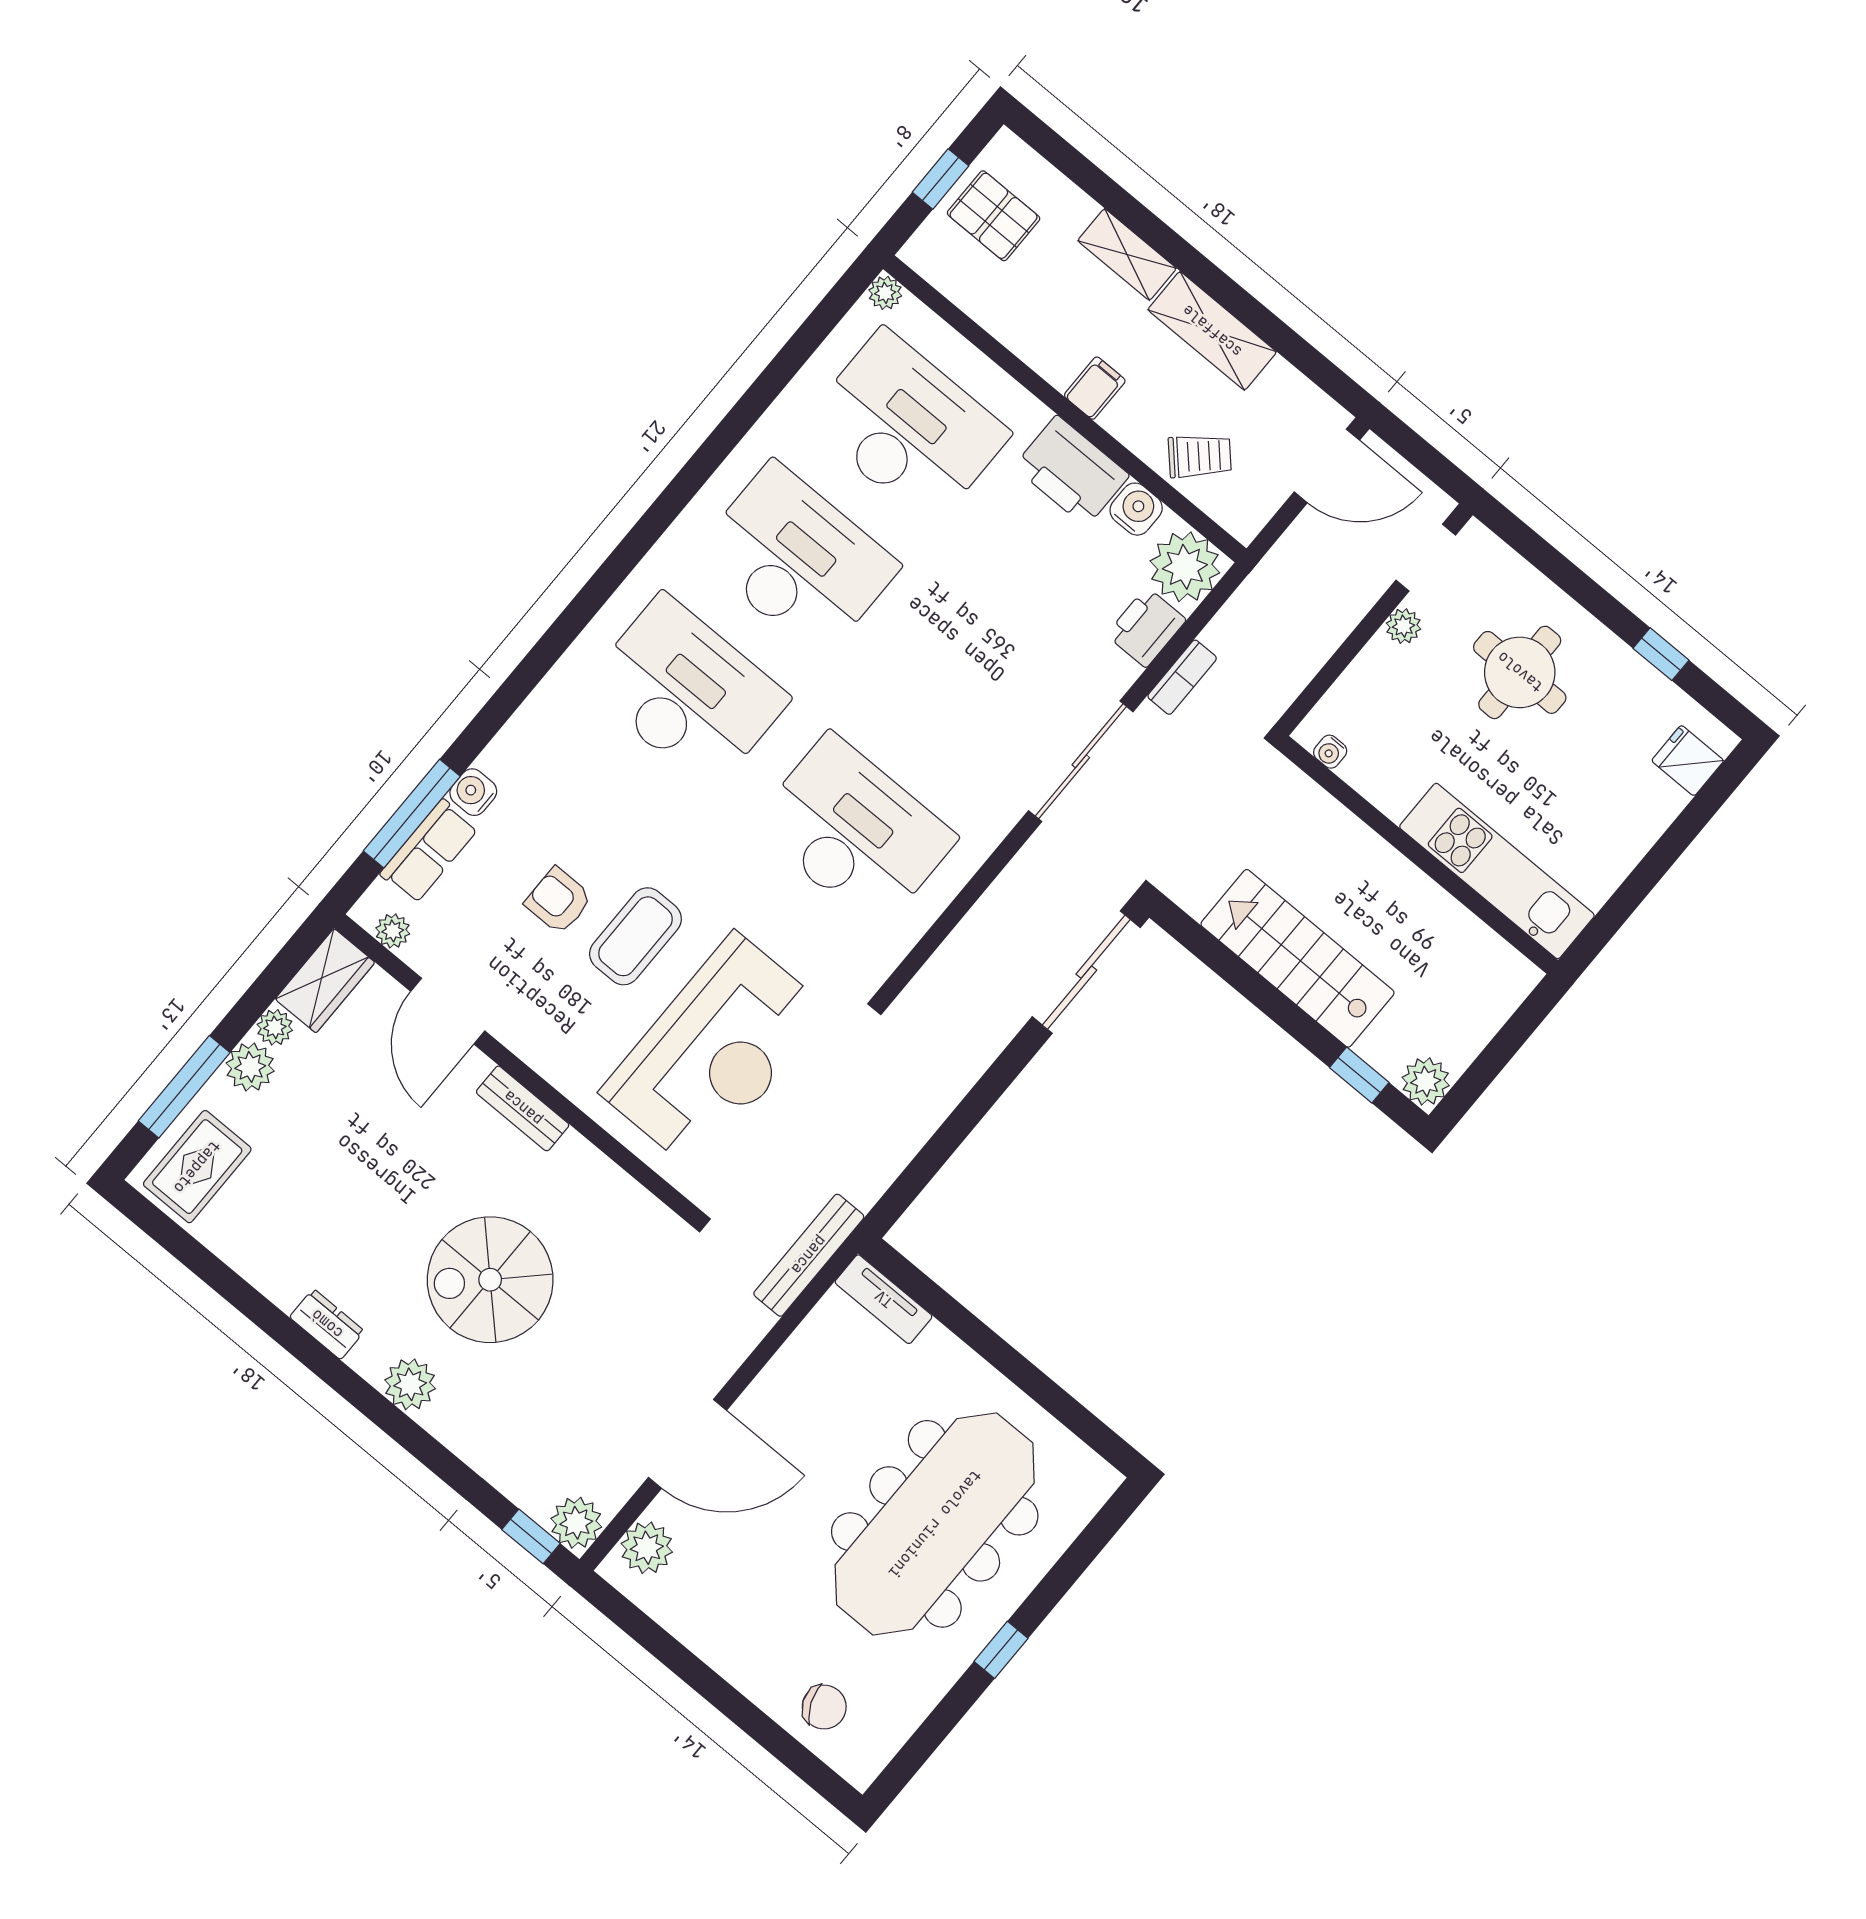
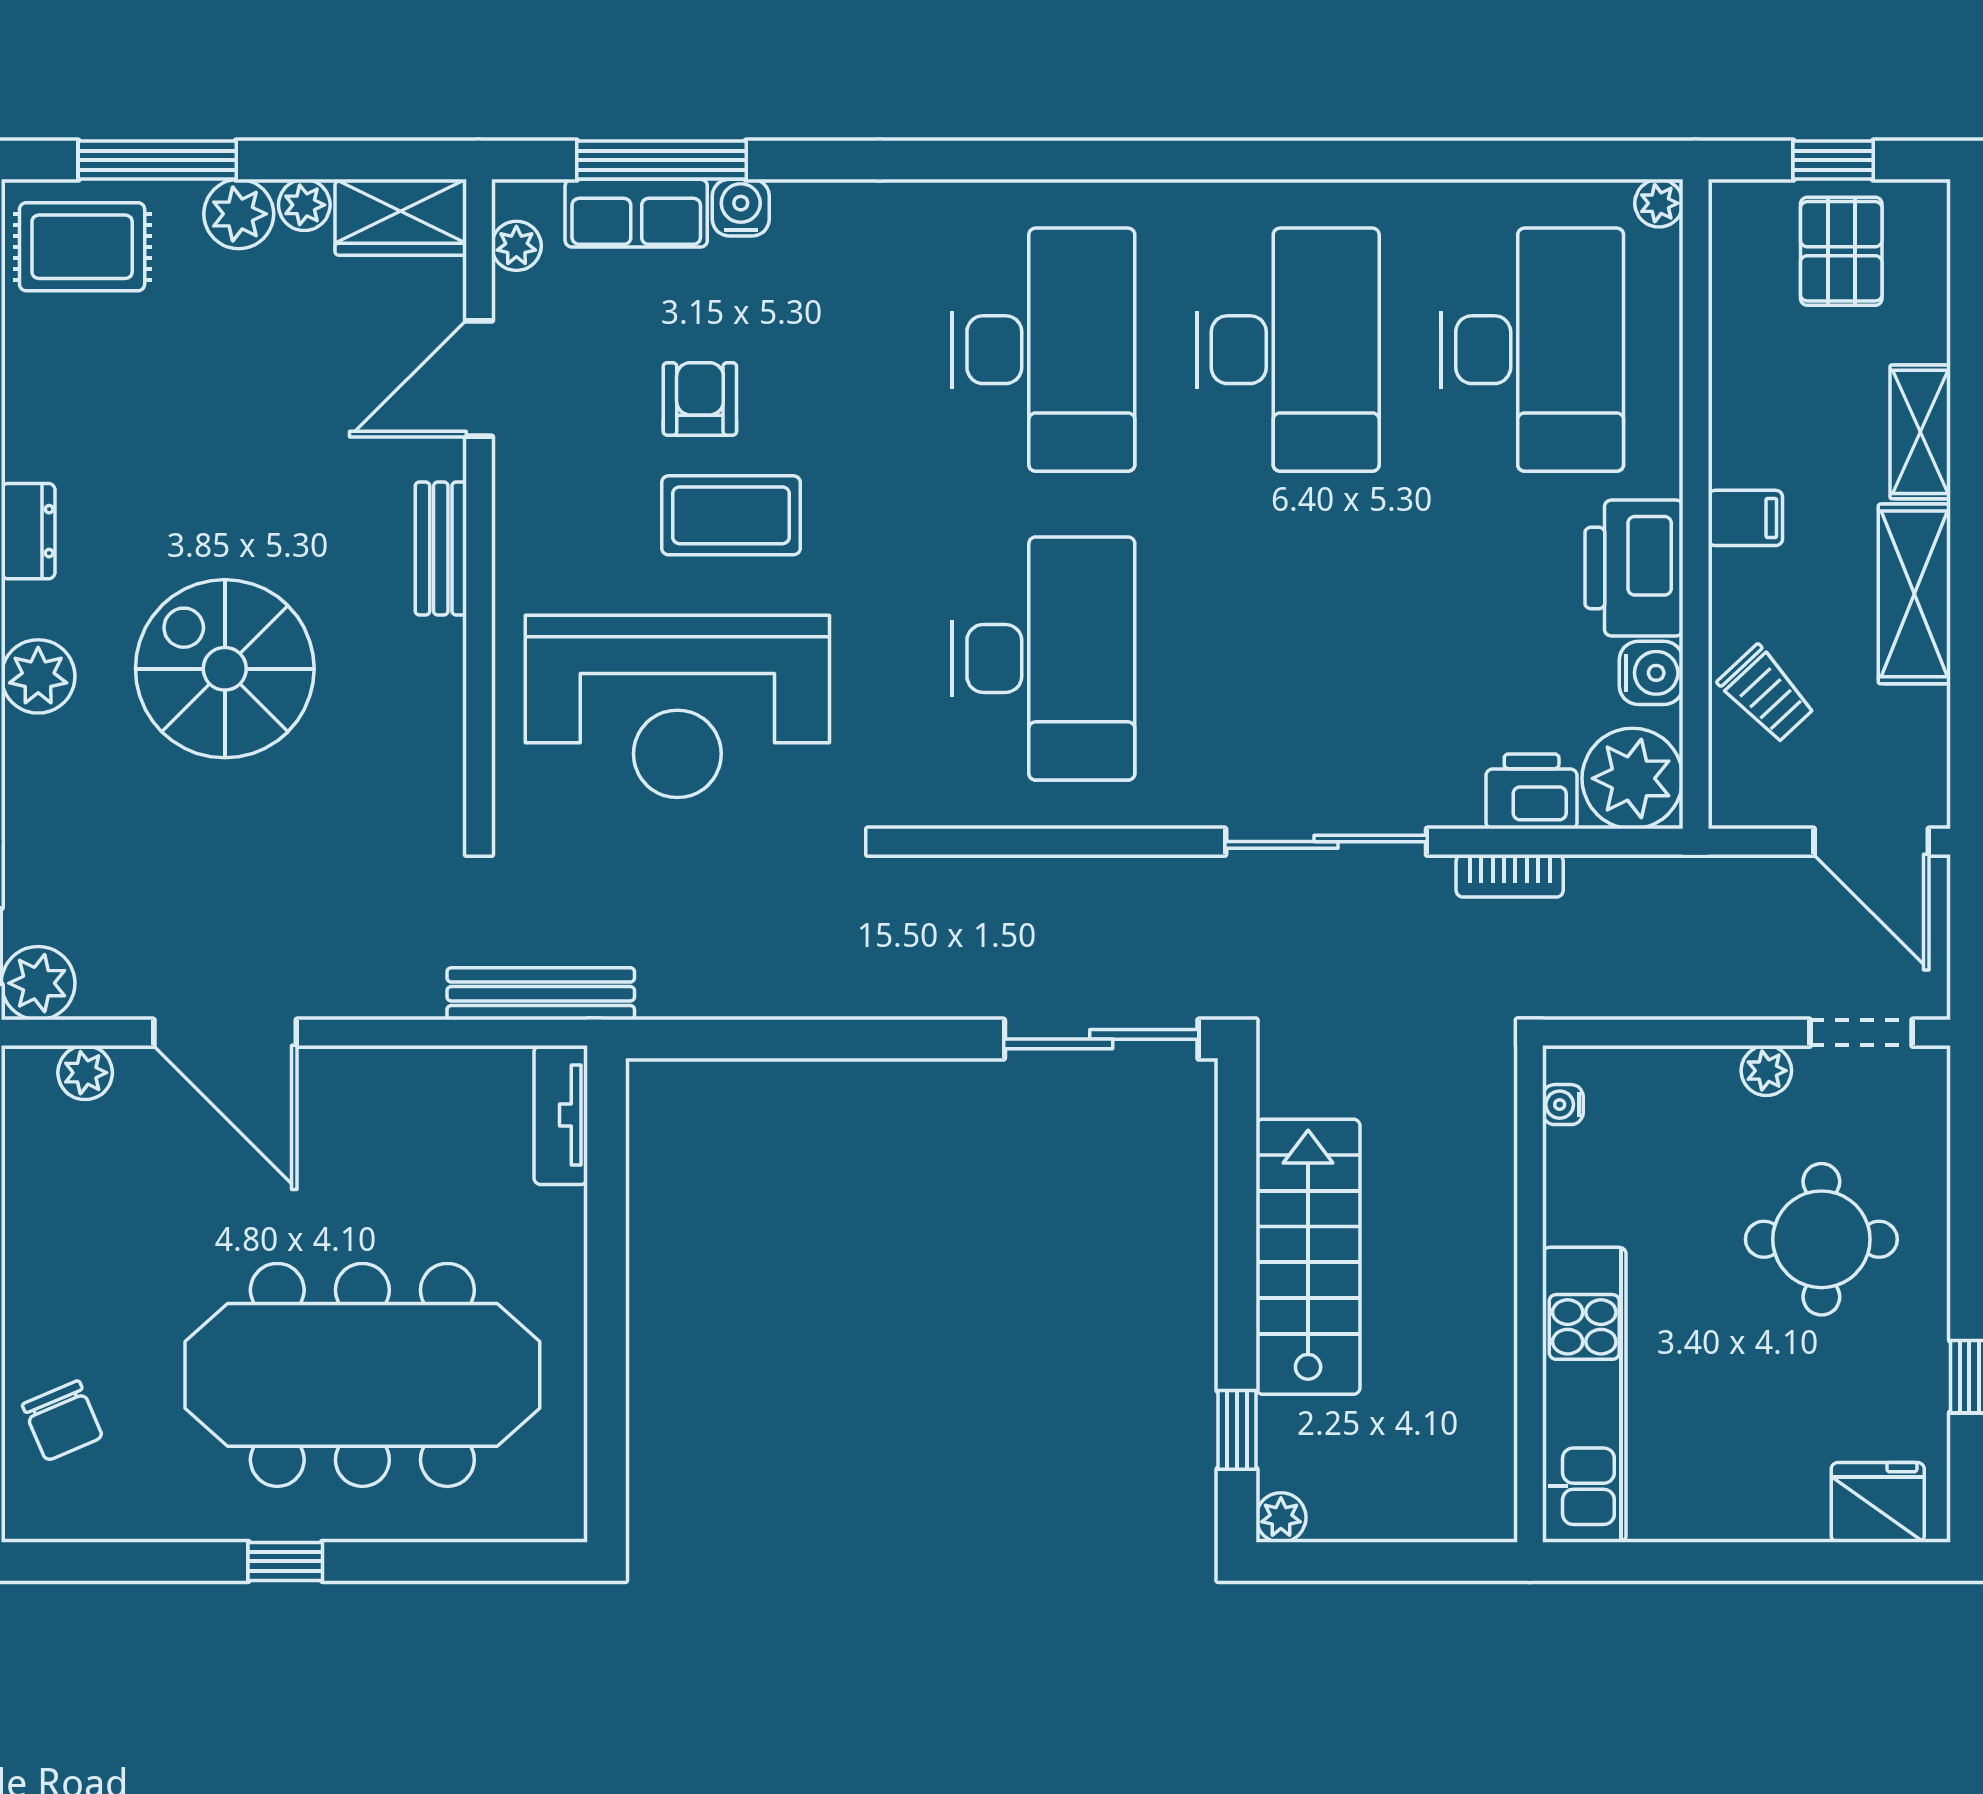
fridge: (1688, 761) -> (1878, 1502), width x1.38
plant: (1426, 1081) -> (1281, 1517), width x0.73, depth x0.73
plant: (647, 1548) -> (85, 1073), width x0.73, depth x0.73

